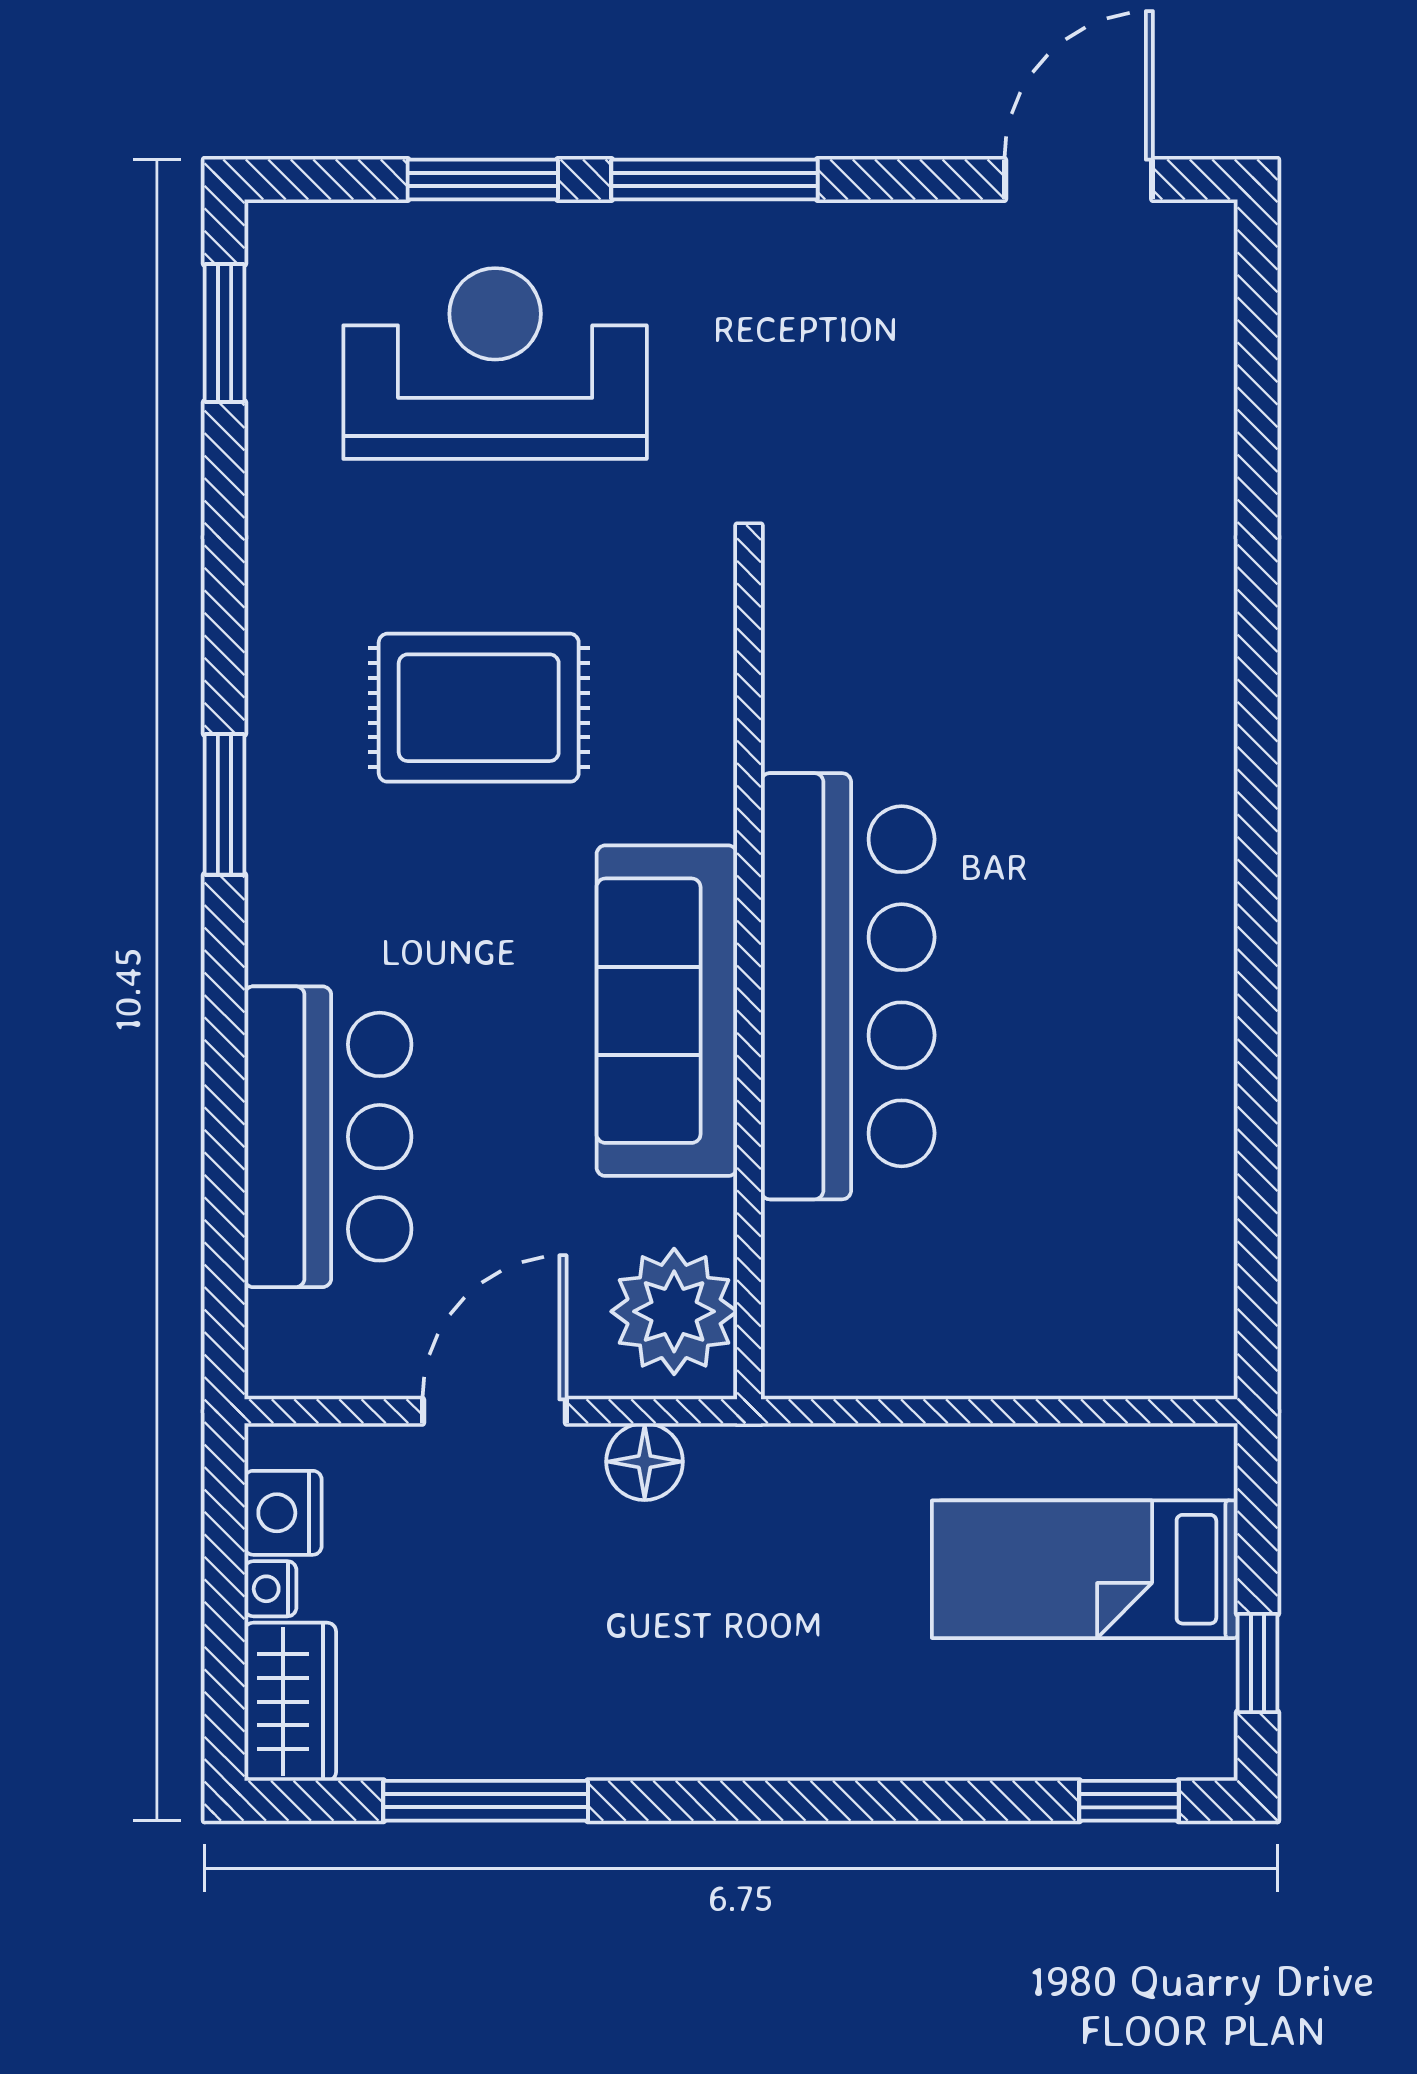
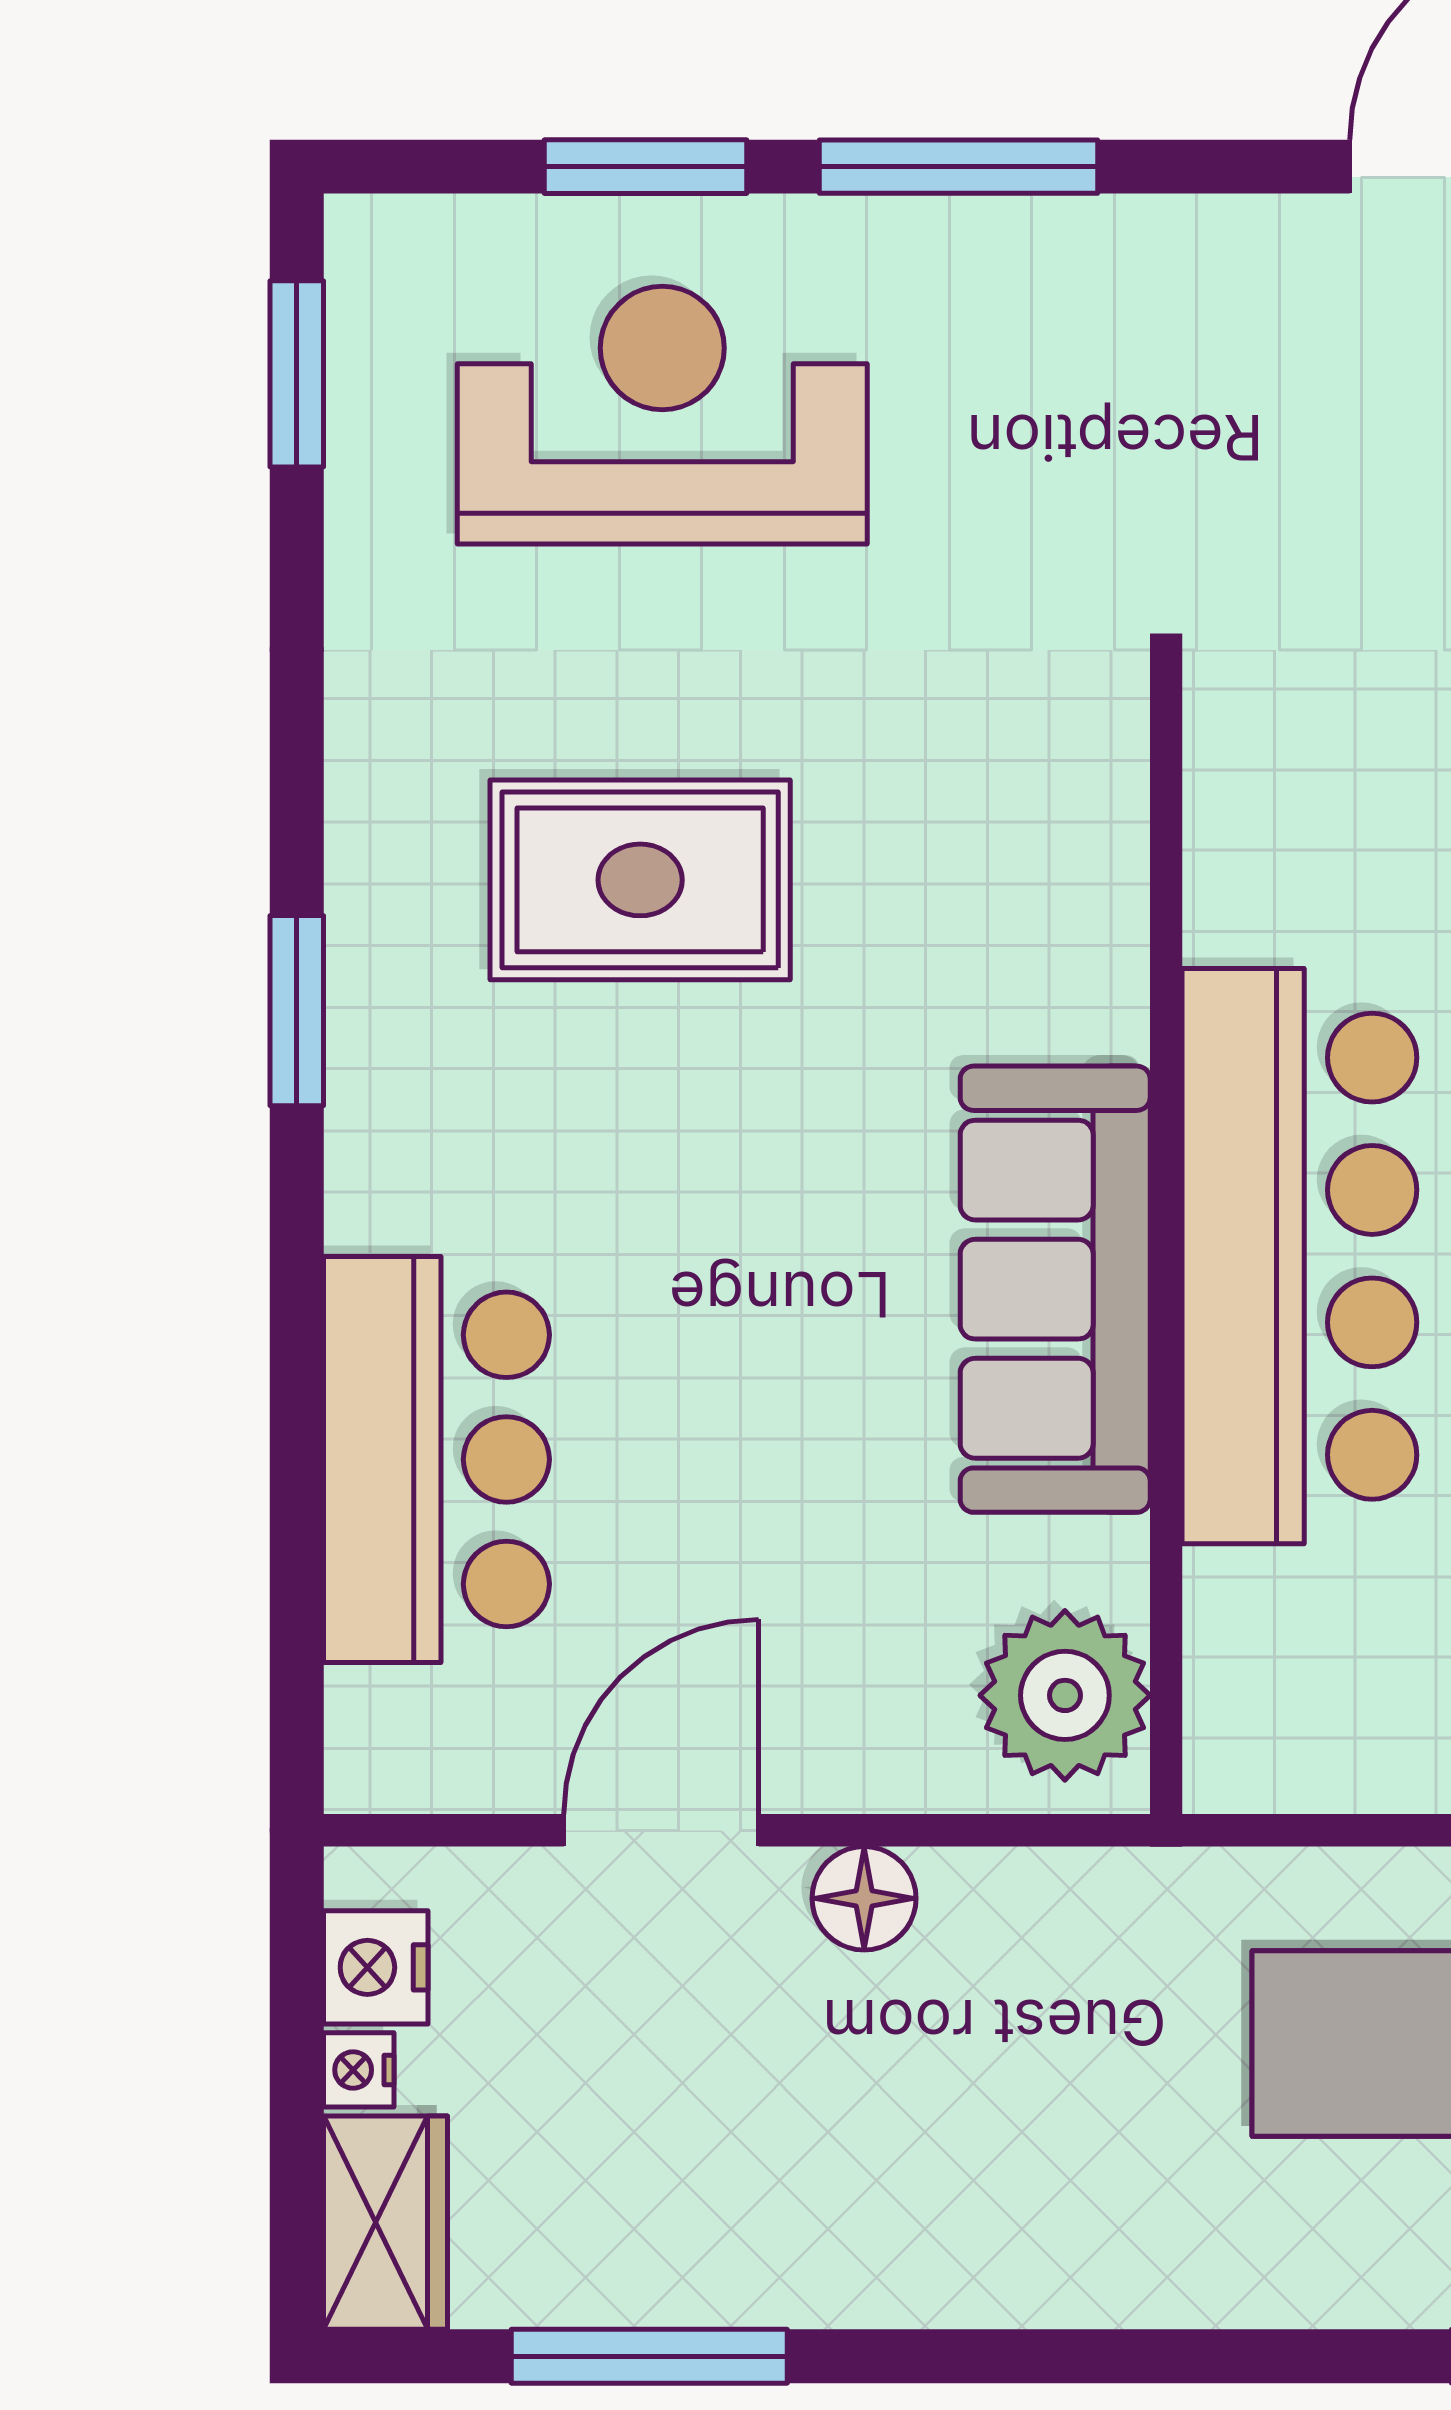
wall: (749, 974) -> (1166, 1240), moved
bar counter: (848, 986) -> (1299, 1256), moved
sofa: (667, 1011) -> (1055, 1289), moved
plant: (674, 1311) -> (1065, 1695), moved

